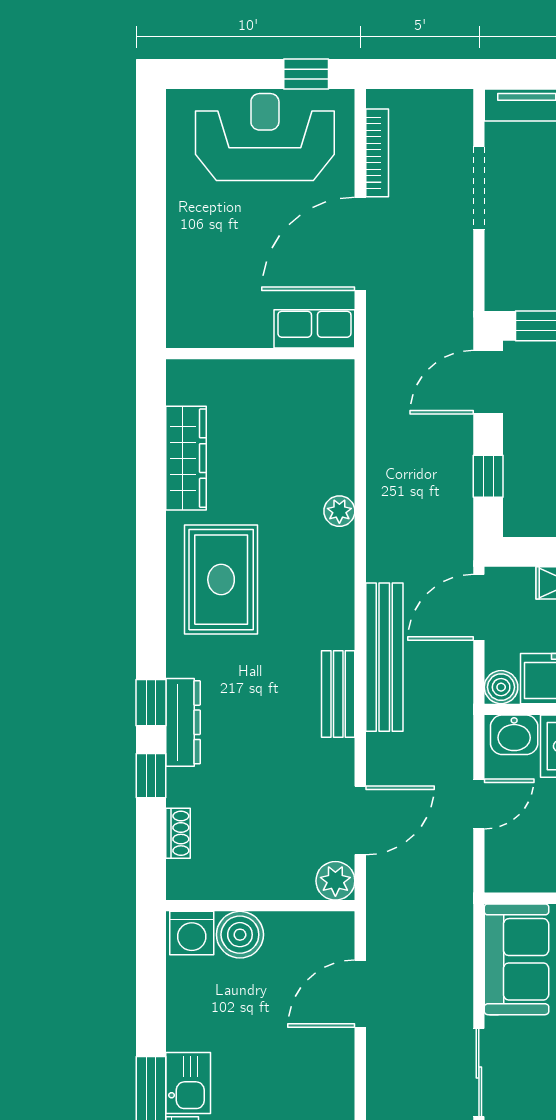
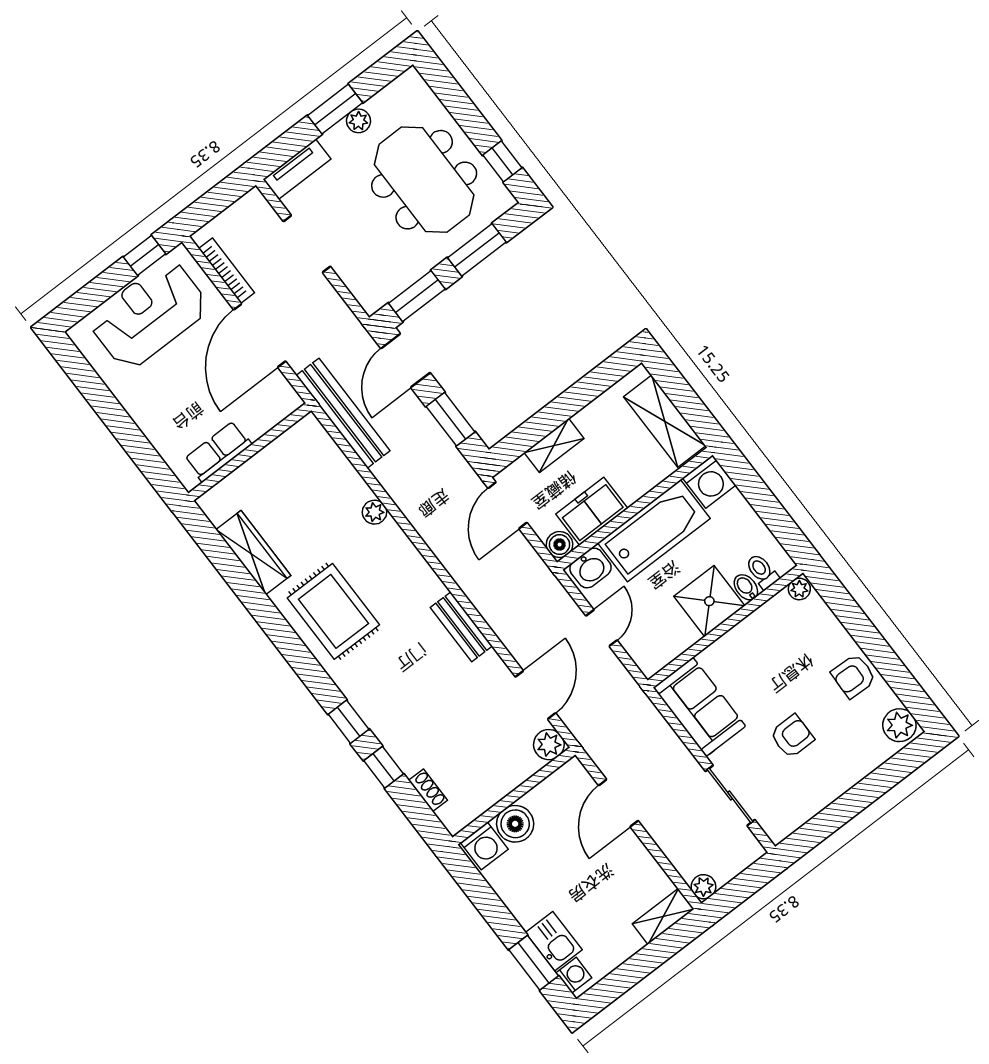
row of seats: (314, 329) -> (218, 451), moved
window: (488, 476) -> (451, 419), width x1.50
bench: (384, 657) -> (343, 413), moved
dresser: (183, 722) -> (378, 719), removed

